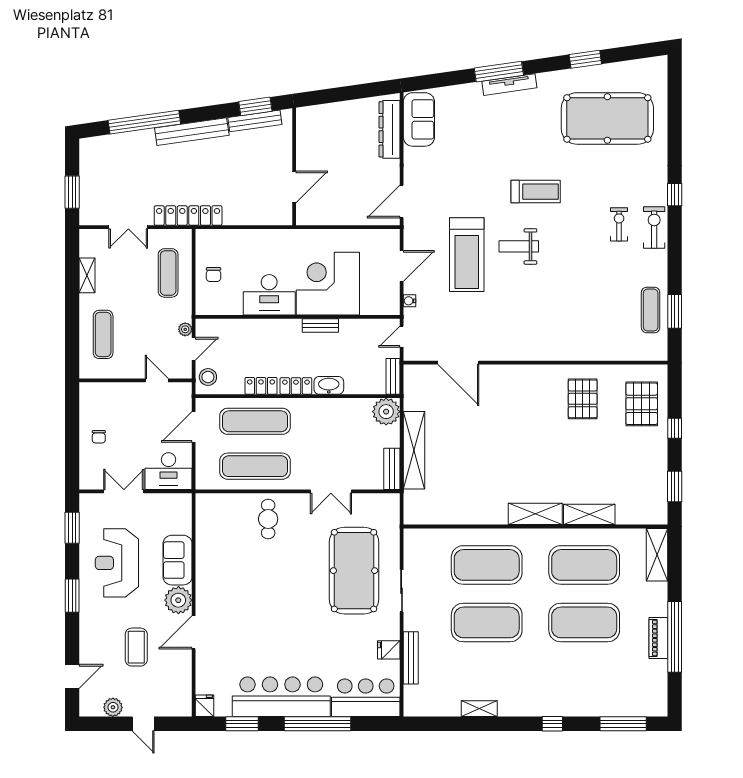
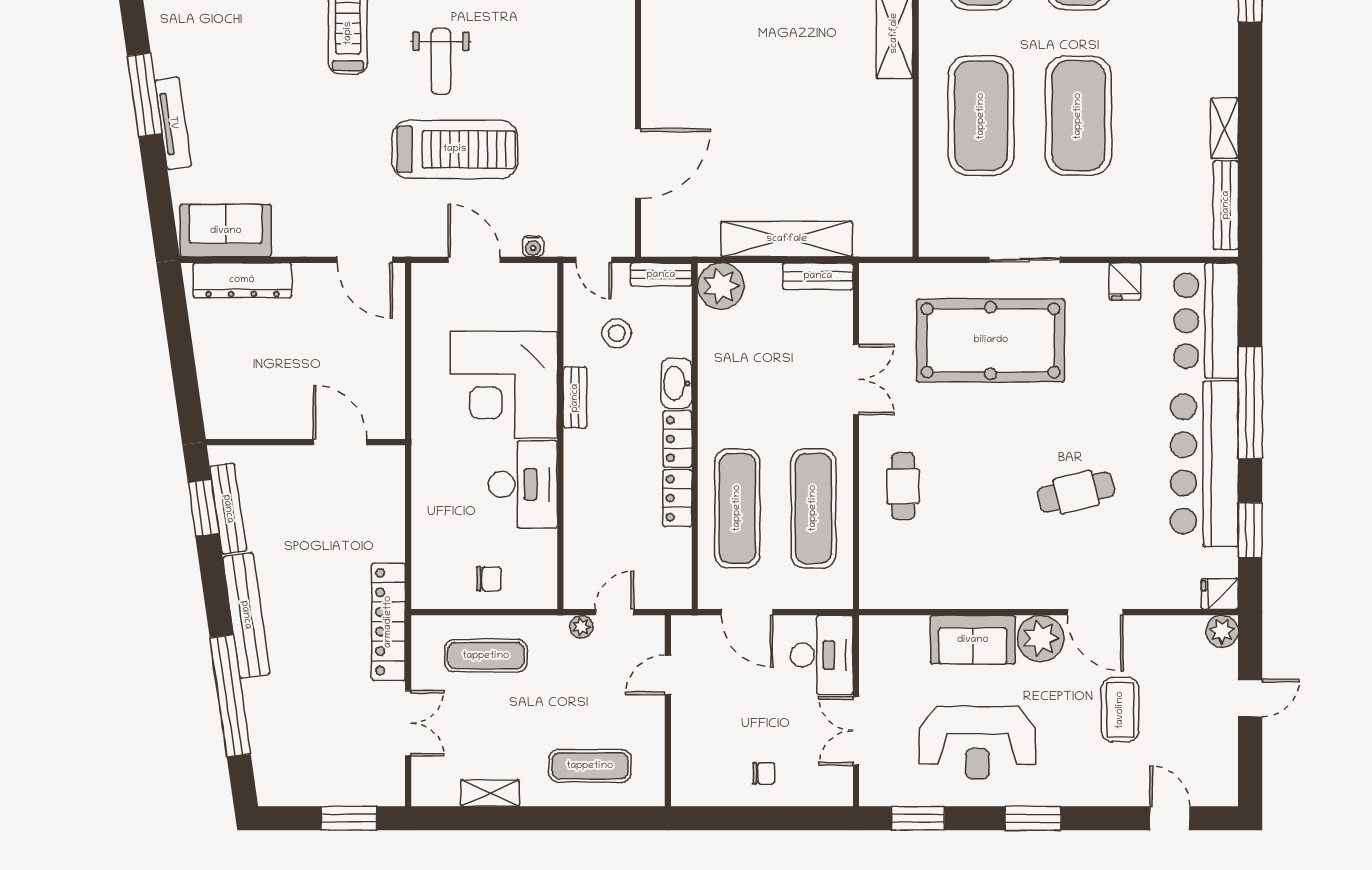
tv unit: (509, 85) -> (173, 123), moved
door: (194, 349) -> (614, 612), hinge flipped
stool: (208, 377) -> (617, 333), moved
cafe table: (268, 519) -> (903, 486), turned 90
cafe table: (265, 621) -> (1076, 492), added
coffee table: (136, 647) -> (1120, 710), turned 90
bench: (411, 658) -> (1226, 205), moved, turned 90
plant: (113, 707) -> (1222, 631), moved

